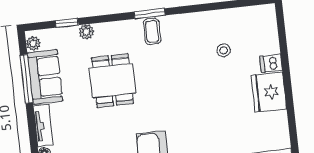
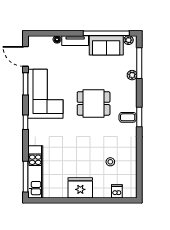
window: (67, 23) -> (139, 63), width x2.17
dishwasher: (271, 63) -> (117, 191), moved
window: (26, 79) -> (106, 33), width x1.46
dining table: (113, 81) -> (94, 103), moved

